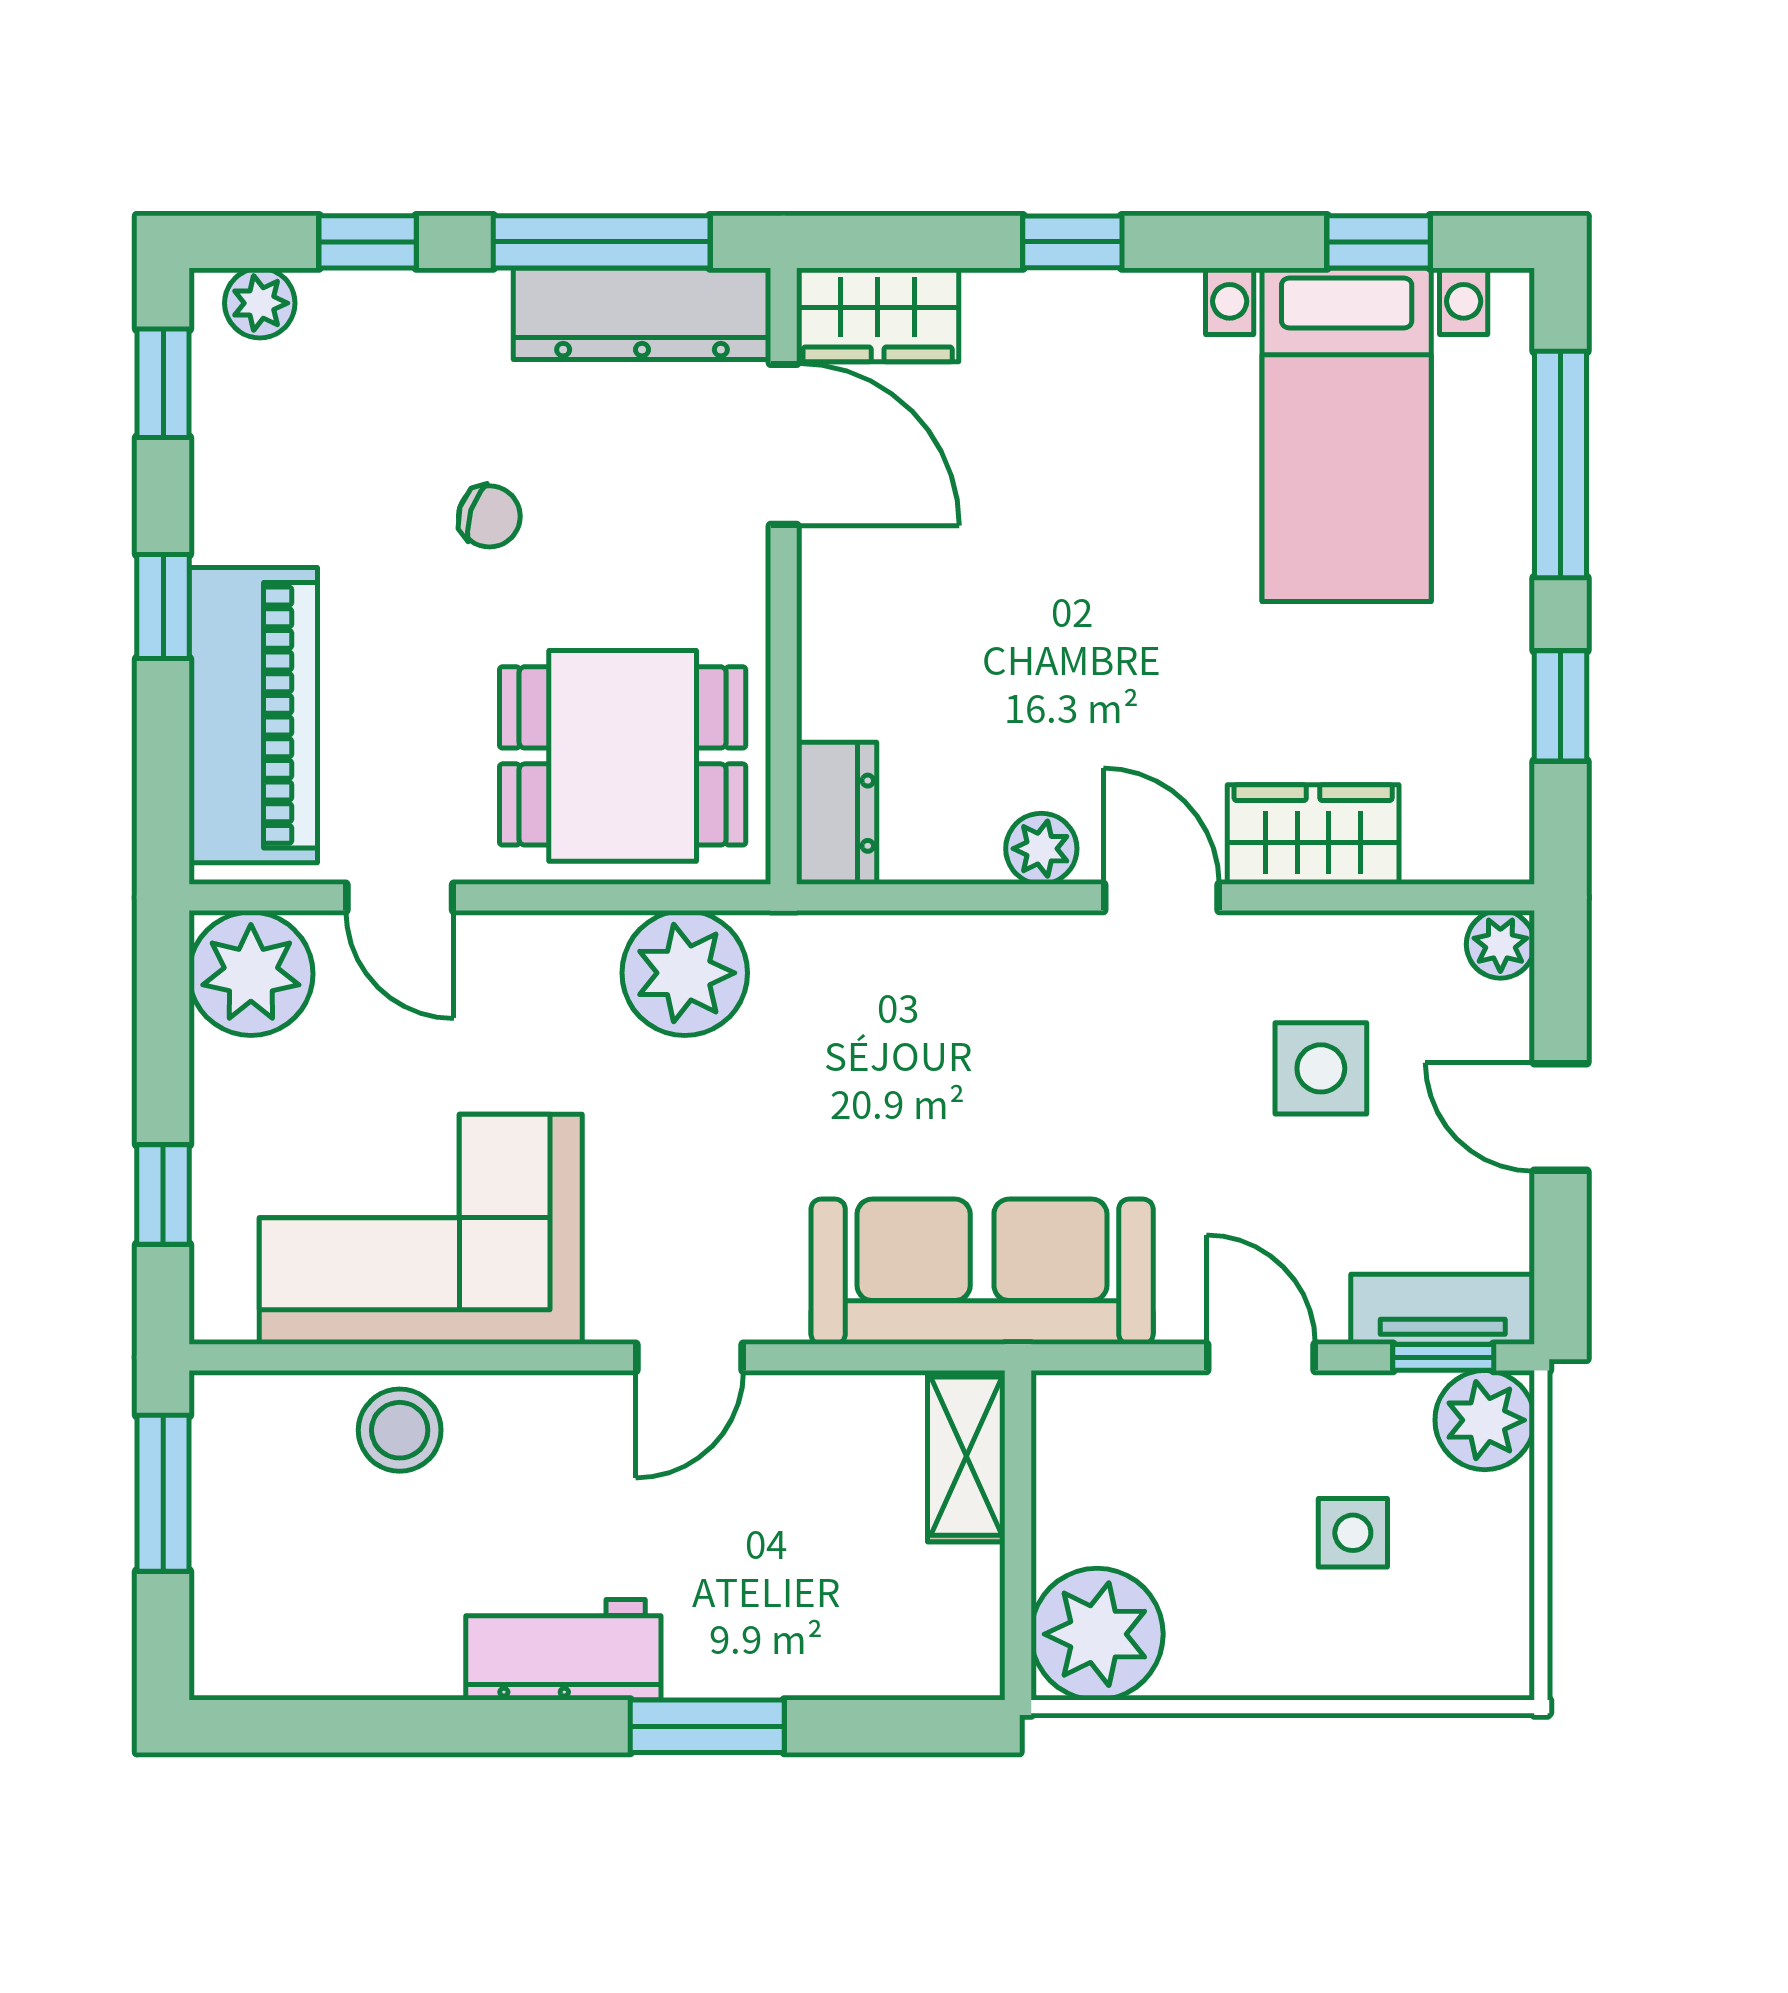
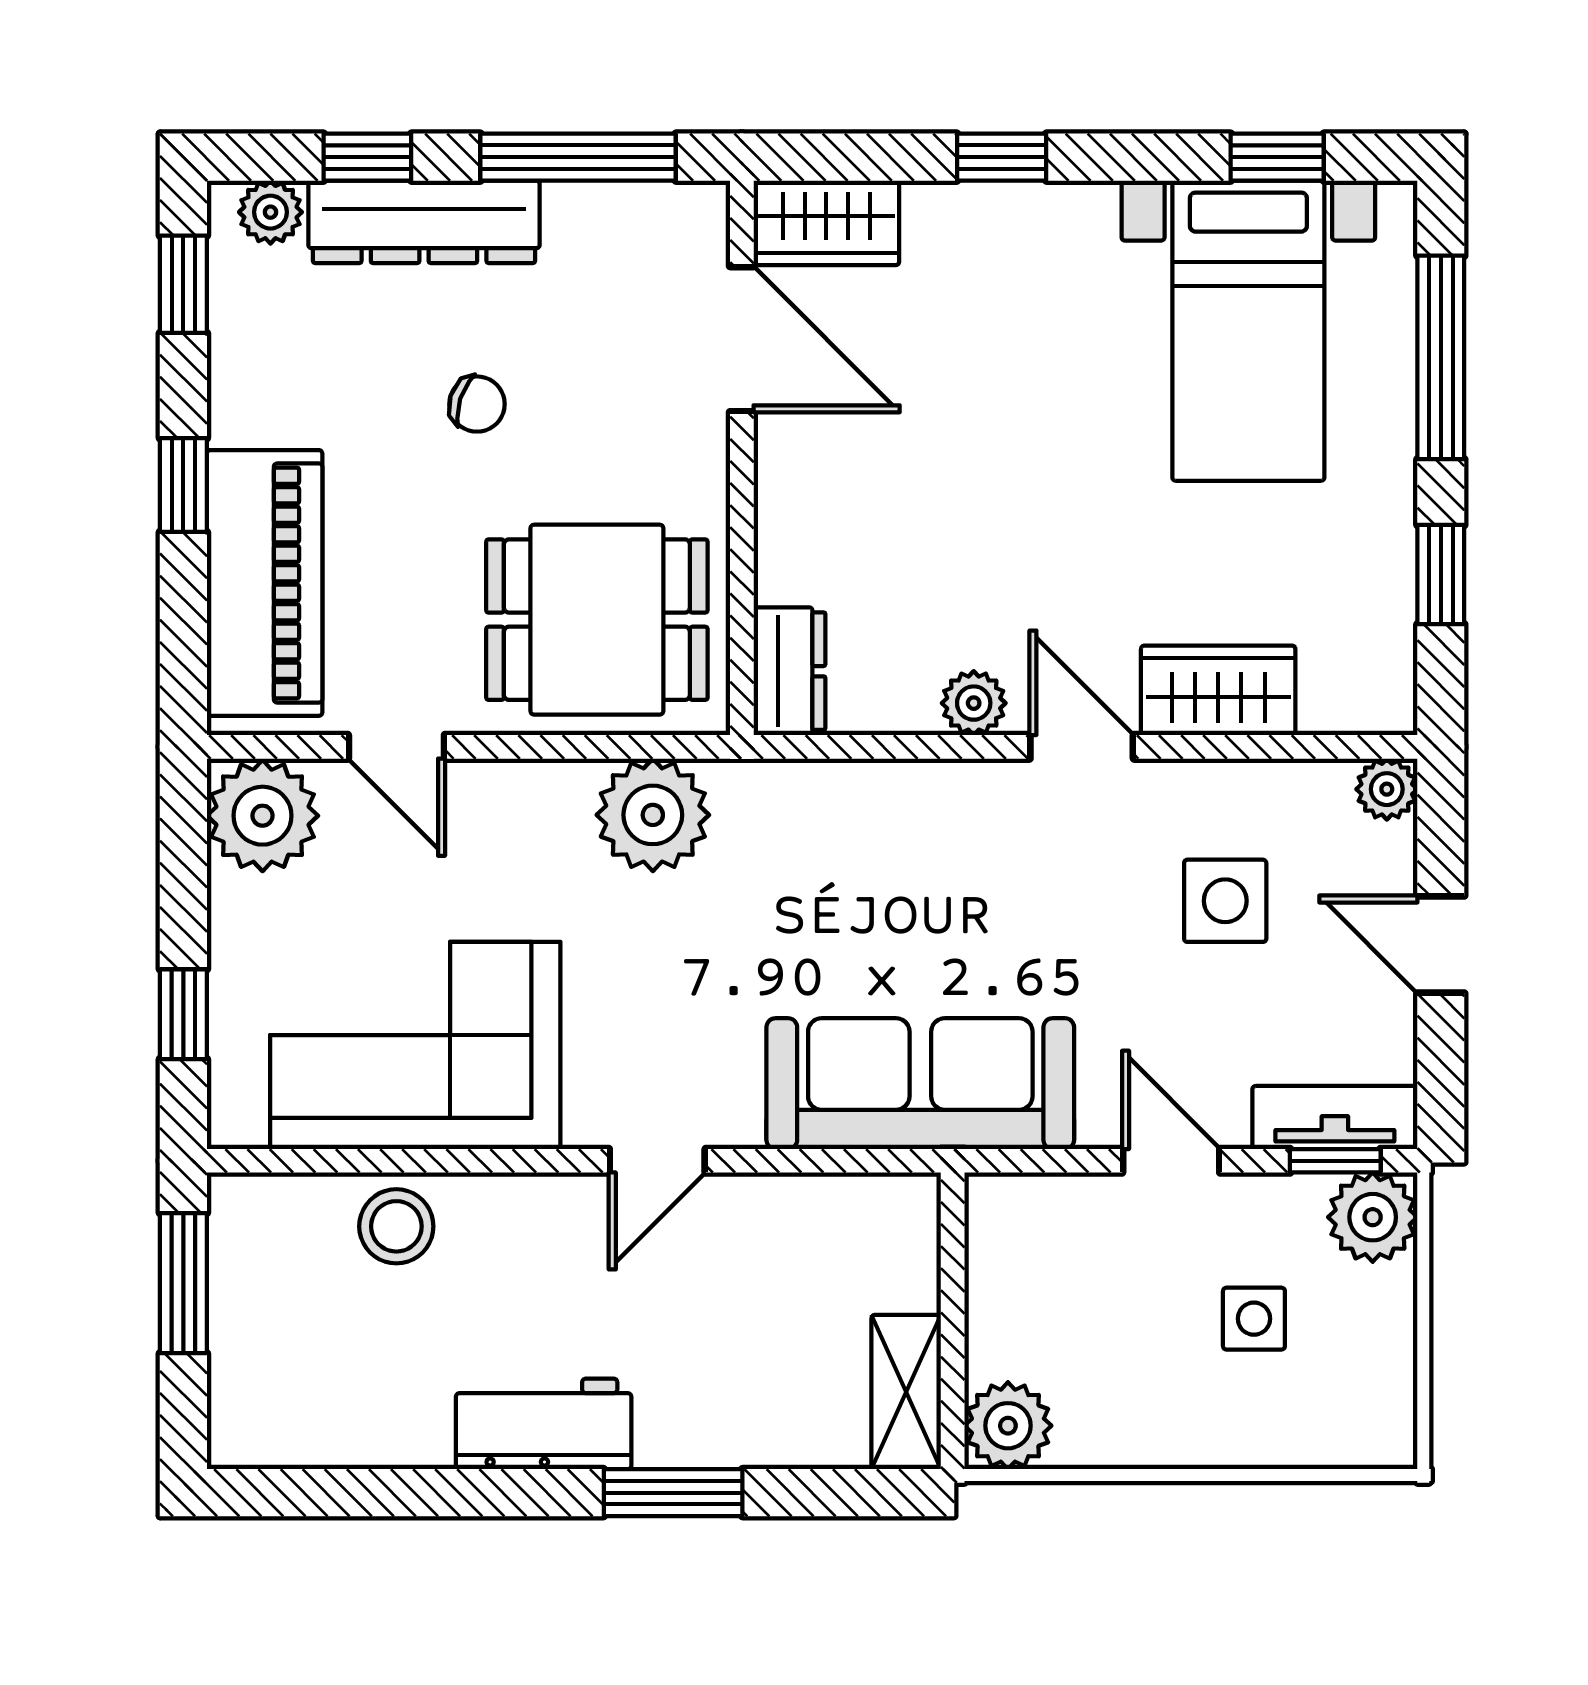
dresser: (642, 314) -> (424, 222), moved
shelving: (966, 1456) -> (906, 1392), moved
plant: (1097, 1634) -> (1008, 1426), width x0.73, depth x0.73

